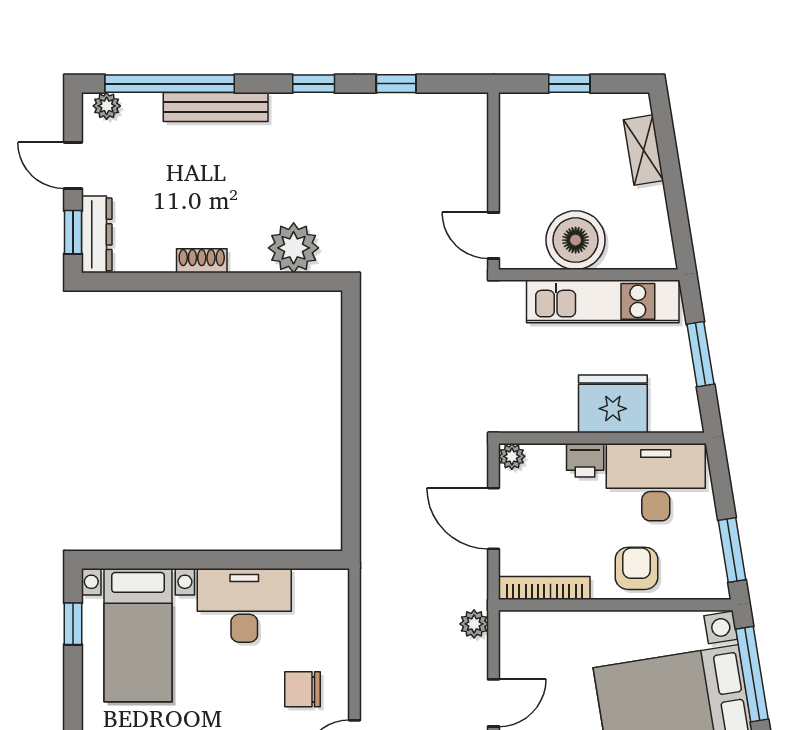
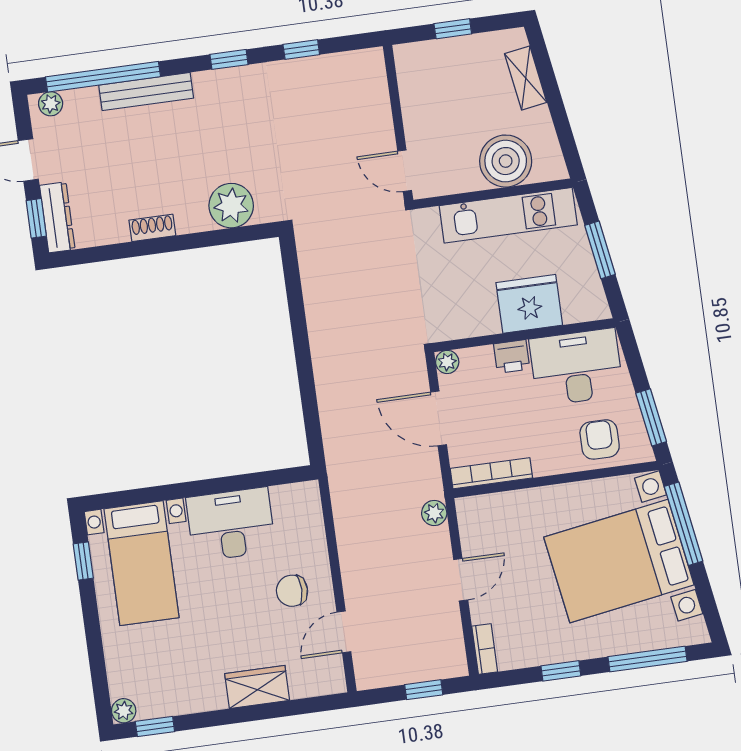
boiler: (576, 240) -> (506, 161), moved
armchair: (637, 568) -> (600, 439), moved

